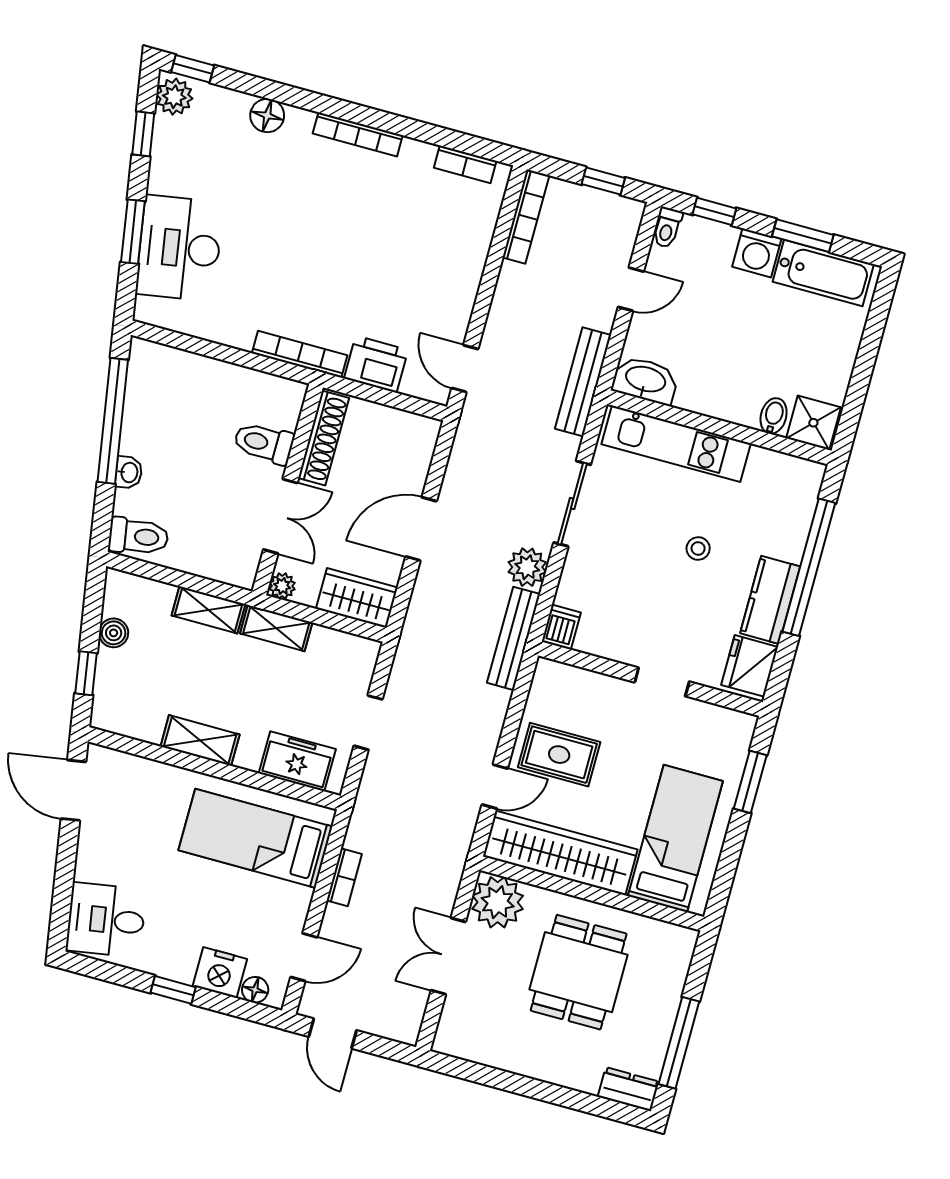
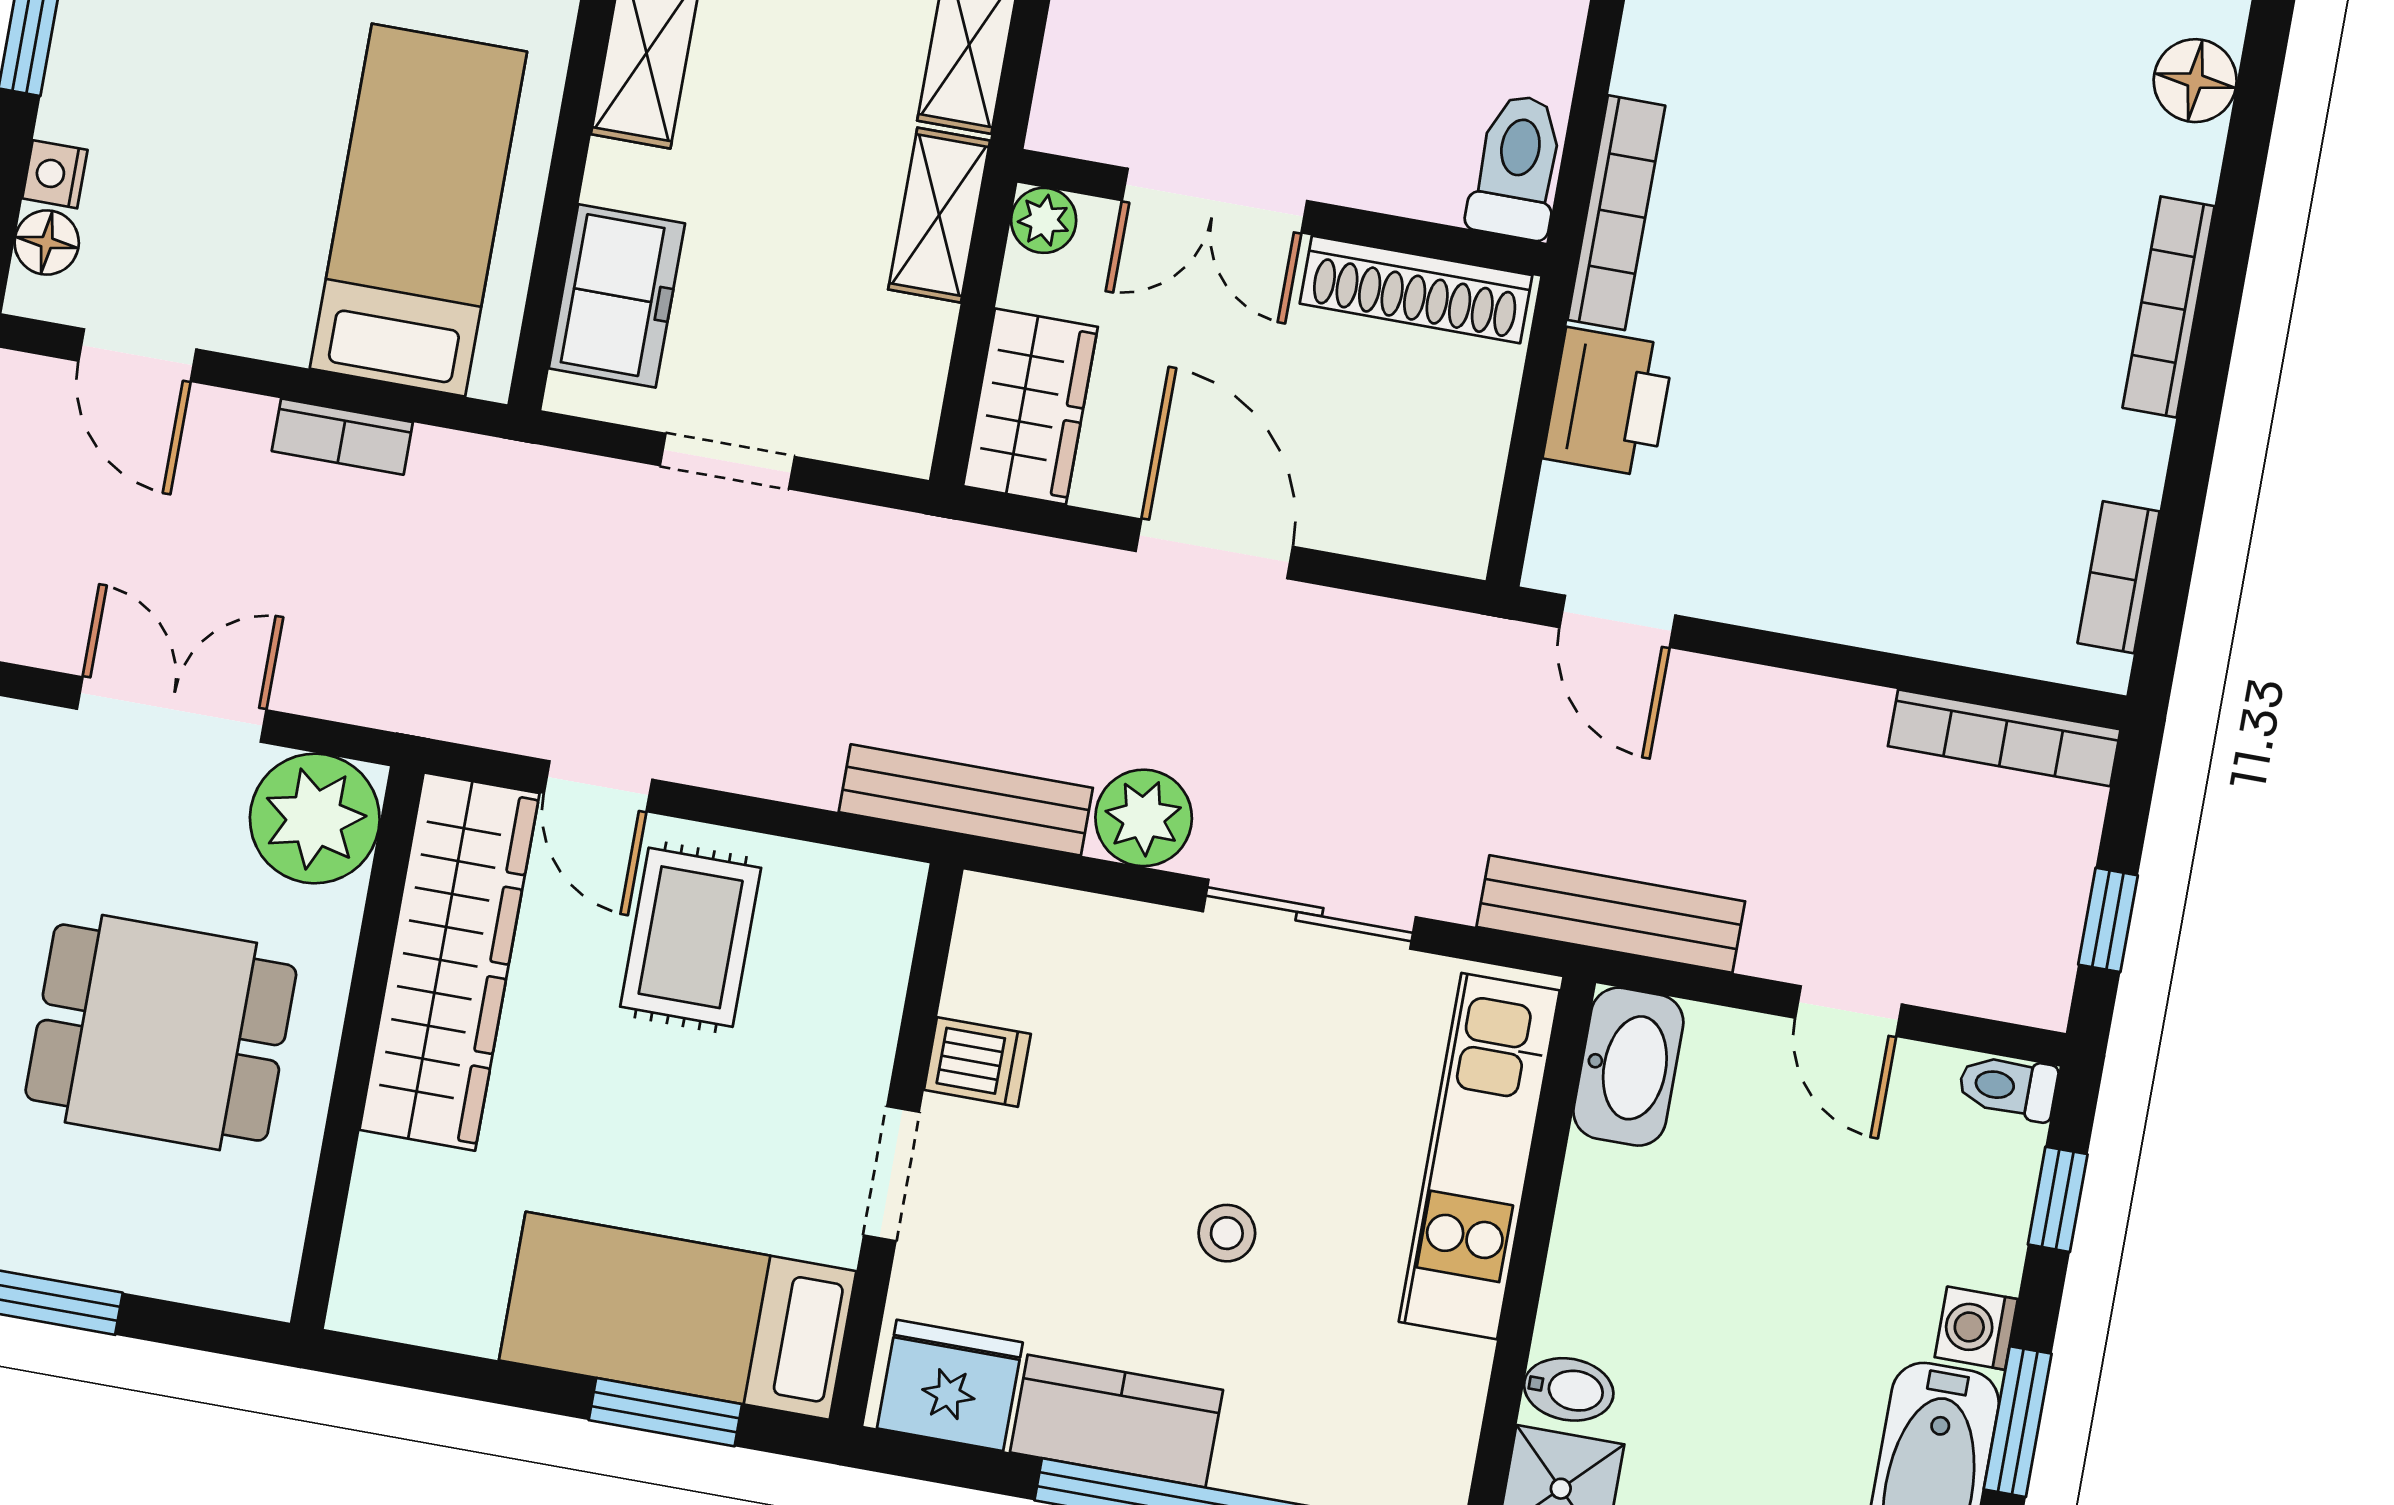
washing machine: (757, 253) -> (1976, 1328), width x0.73, depth x0.73
door: (465, 369) -> (1617, 621), swing flipped
toilet: (264, 443) -> (1517, 167), moved
dishwasher: (561, 627) -> (977, 1062), moved
bed: (675, 838) -> (678, 1316), moved, turned 180
nightstand: (220, 972) -> (55, 174), width x0.53, depth x0.56

